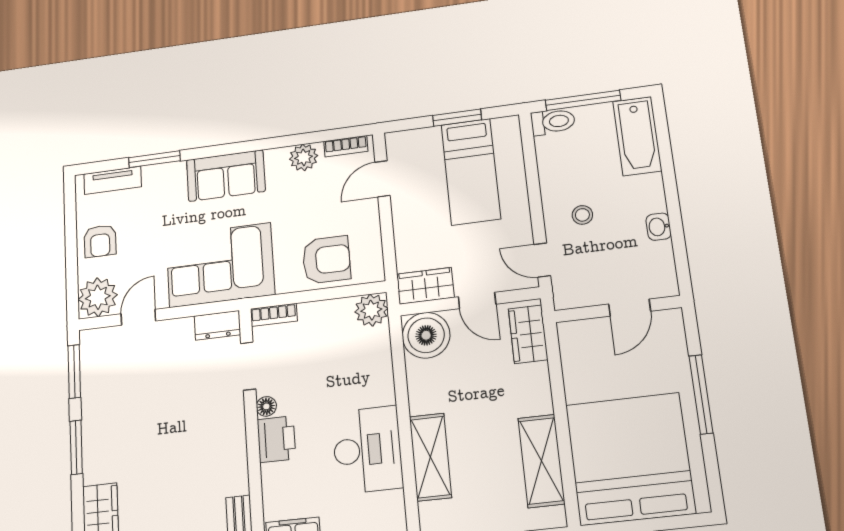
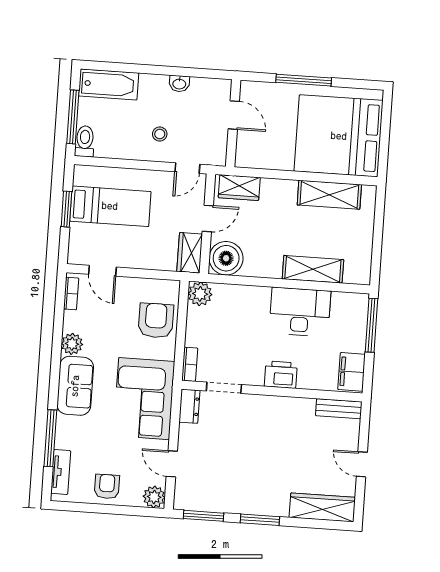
plant: (304, 157) -> (72, 344), moved
window: (154, 159) -> (50, 438), width x1.44
armchair: (100, 241) -> (107, 487), turned -90
plant: (98, 297) -> (154, 497), width x0.73, depth x0.73
floor lamp: (266, 406) -> (256, 379), removed

